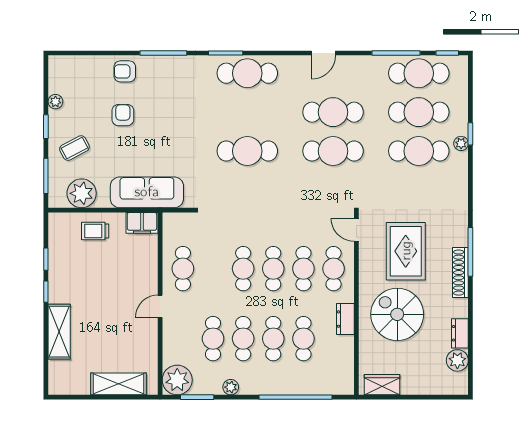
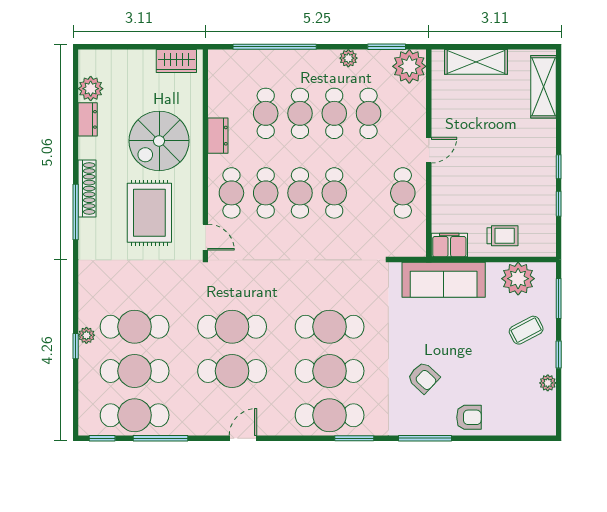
cafe table: (247, 112) -> (330, 371), added
armchair: (123, 115) -> (423, 378), moved, turned -47
spiral stairs: (397, 314) -> (159, 141), turned 90
shelving: (59, 332) -> (543, 87), moved

